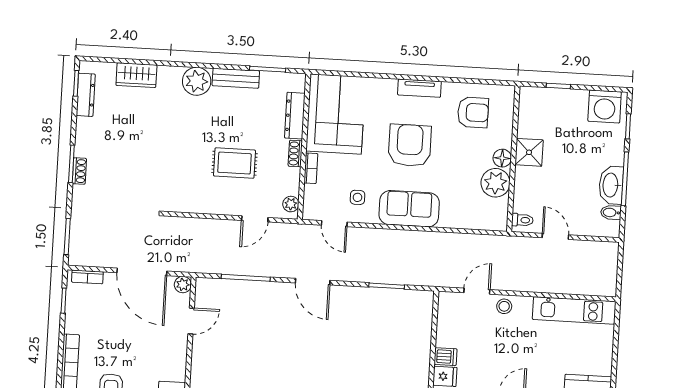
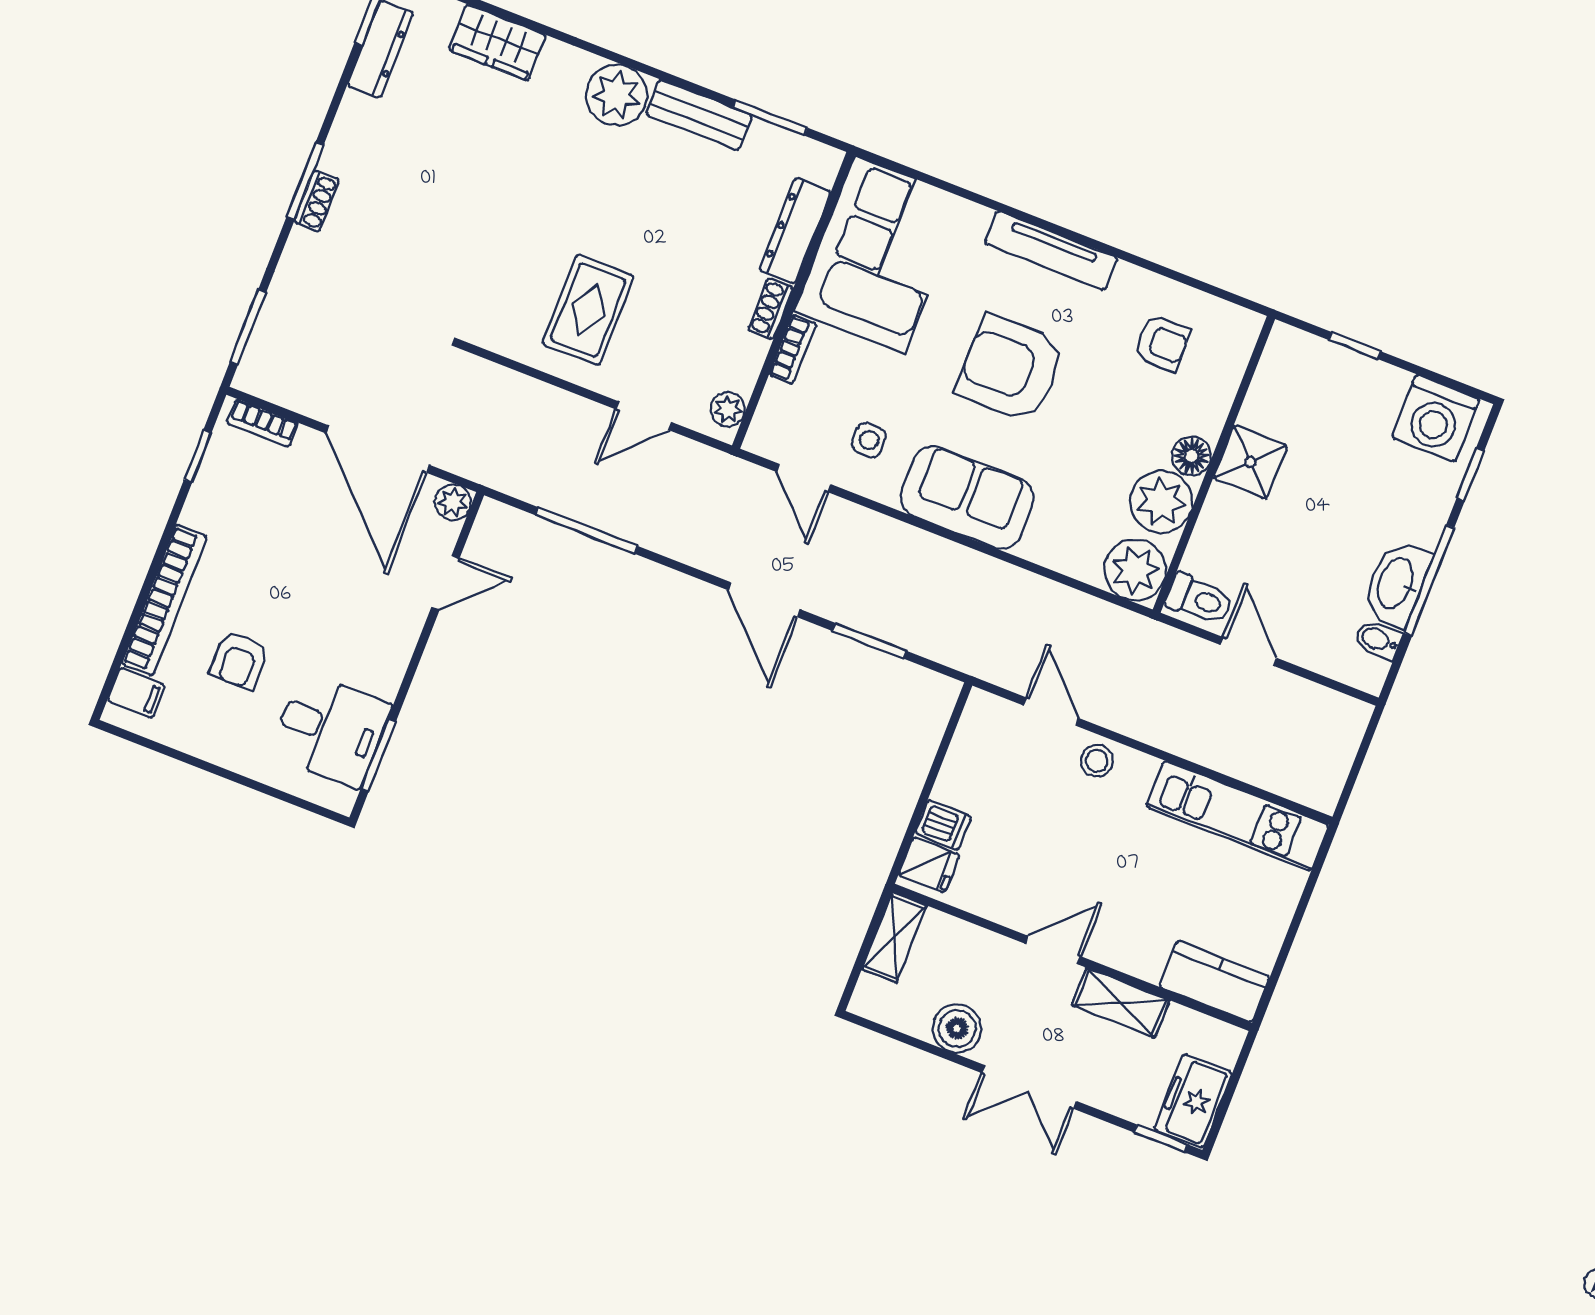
tv unit: (419, 88) -> (1051, 251), width x1.41
armchair: (473, 112) -> (1162, 343), width x0.72, depth x0.72
armchair: (410, 145) -> (1010, 368), turned -90
rug: (234, 163) -> (588, 310), moved, turned 90
plant: (494, 217) -> (1135, 570), added
toilet: (522, 220) -> (1200, 599), width x1.37, depth x1.39
door: (313, 282) -> (764, 600), moved
door: (477, 291) -> (1051, 712), hinge flipped

